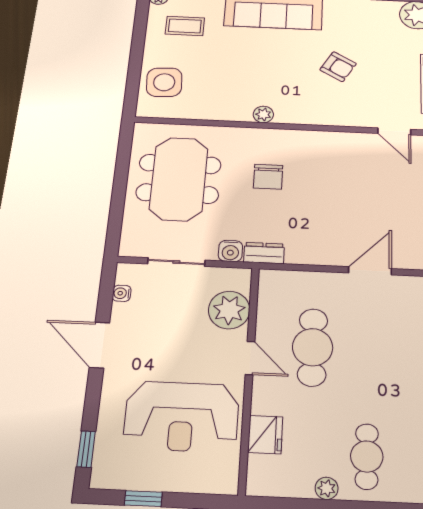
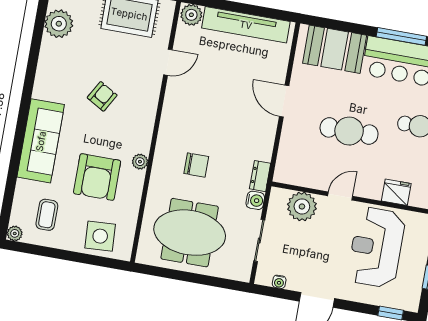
armchair: (238, 72) -> (97, 177), added
cafe table: (313, 347) -> (349, 131), moved
reception desk: (182, 416) -> (376, 247), turned 180

